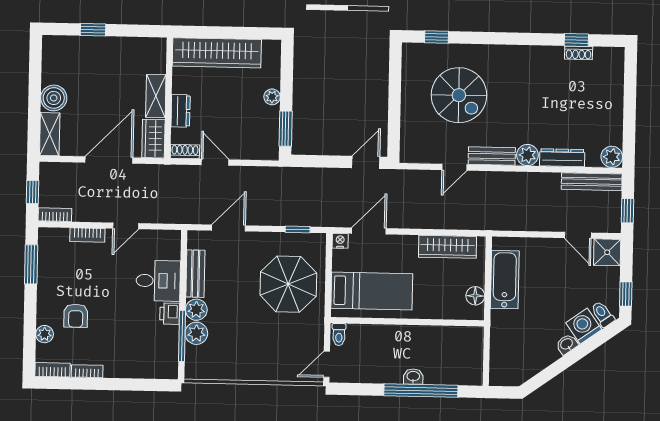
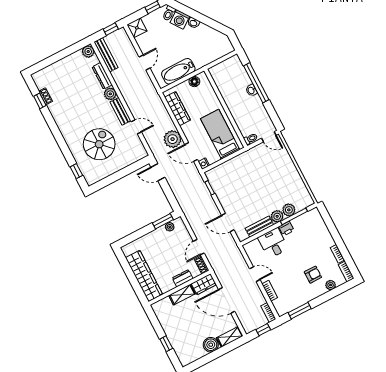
plant: (272, 97) -> (170, 227), moved
plant: (405, 213) -> (173, 139), added
door: (578, 235) -> (144, 63), moved
parasol: (288, 284) -> (239, 178), removed

